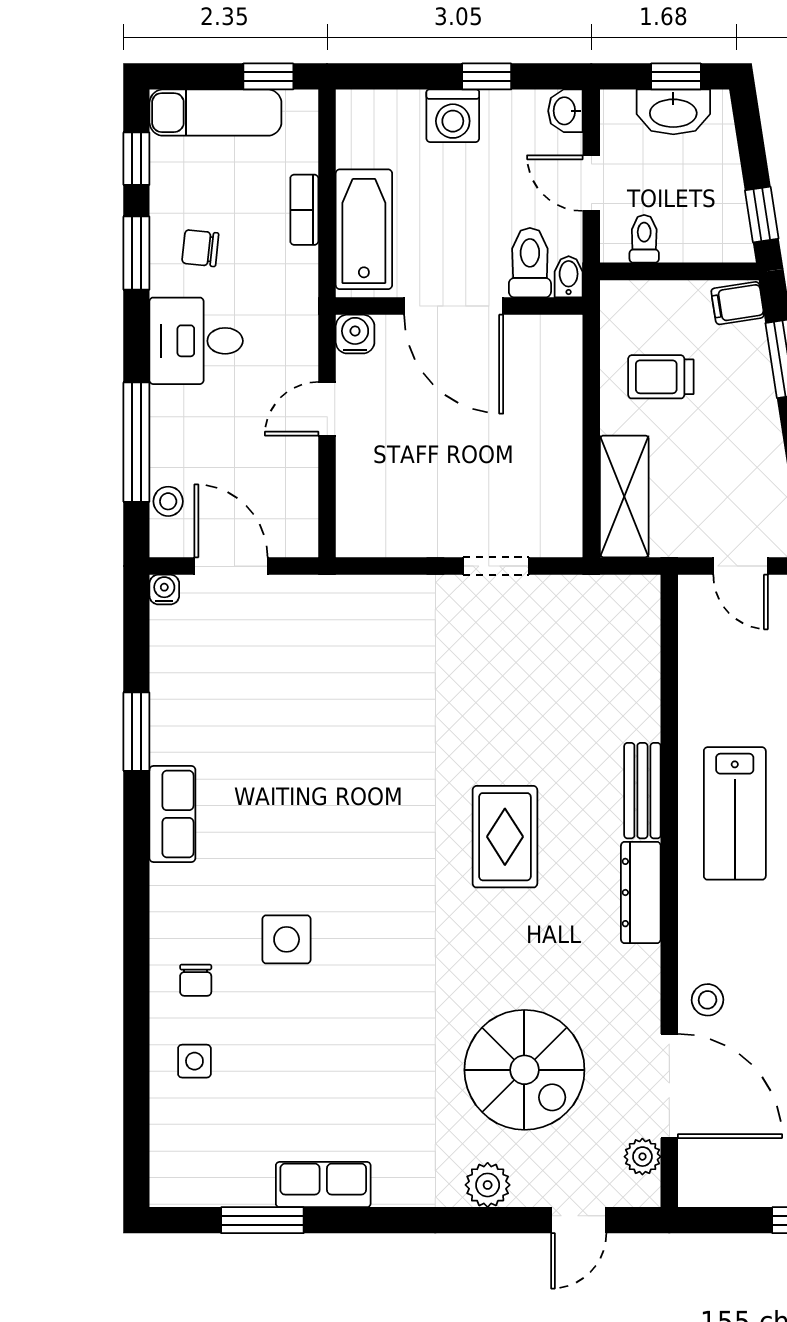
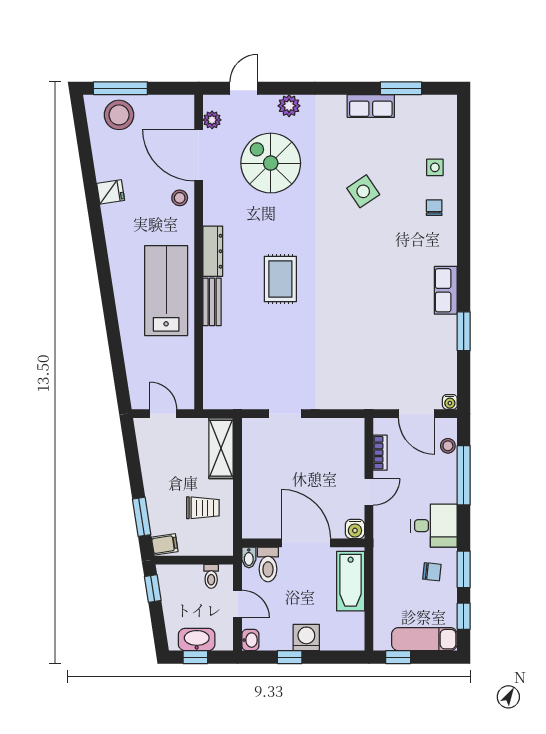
bookcase: (304, 210) -> (380, 453), moved
lab bench: (735, 813) -> (166, 291), width x1.36, depth x1.39
side table: (287, 939) -> (363, 191), moved, turned -34

